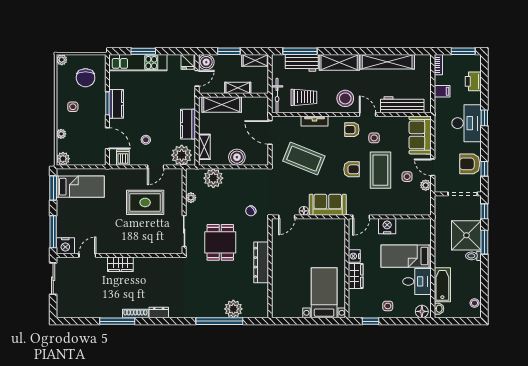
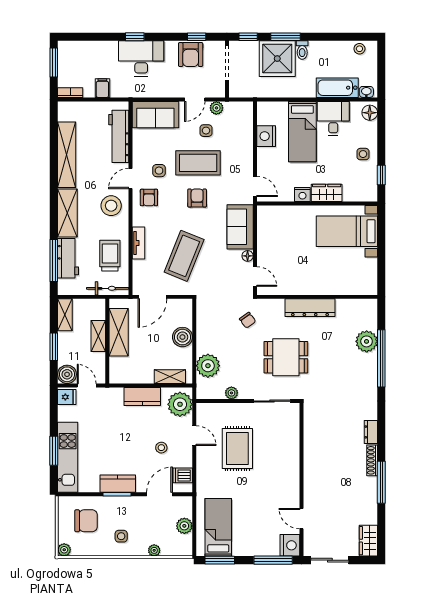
printer: (473, 81) -> (90, 50), removed
shelving: (222, 105) -> (119, 332), moved
plant: (63, 159) -> (184, 526), moved
nightstand: (387, 226) -> (266, 136), moved
wardrobe: (120, 264) -> (368, 541), moved, turned 180

